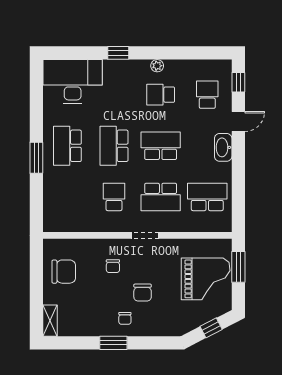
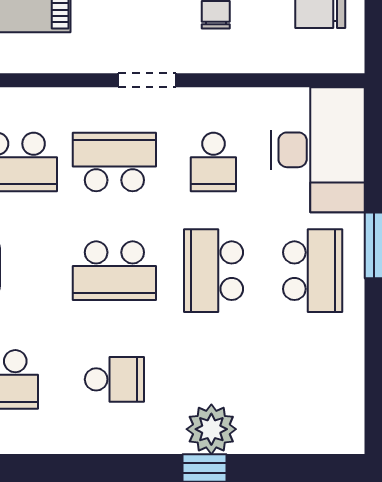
plant: (157, 66) -> (211, 429), moved, width x1.88, depth x1.88
desk: (73, 82) -> (318, 150), moved, turned -90
school desk: (114, 146) -> (213, 271), turned 180

